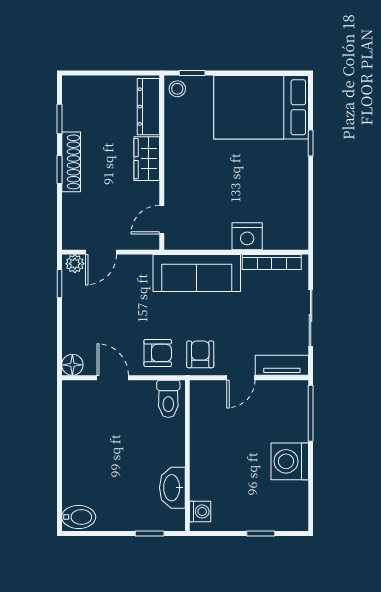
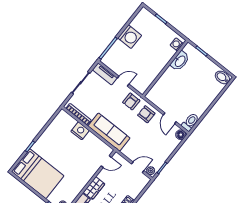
toilet: (168, 399) -> (190, 122), moved

